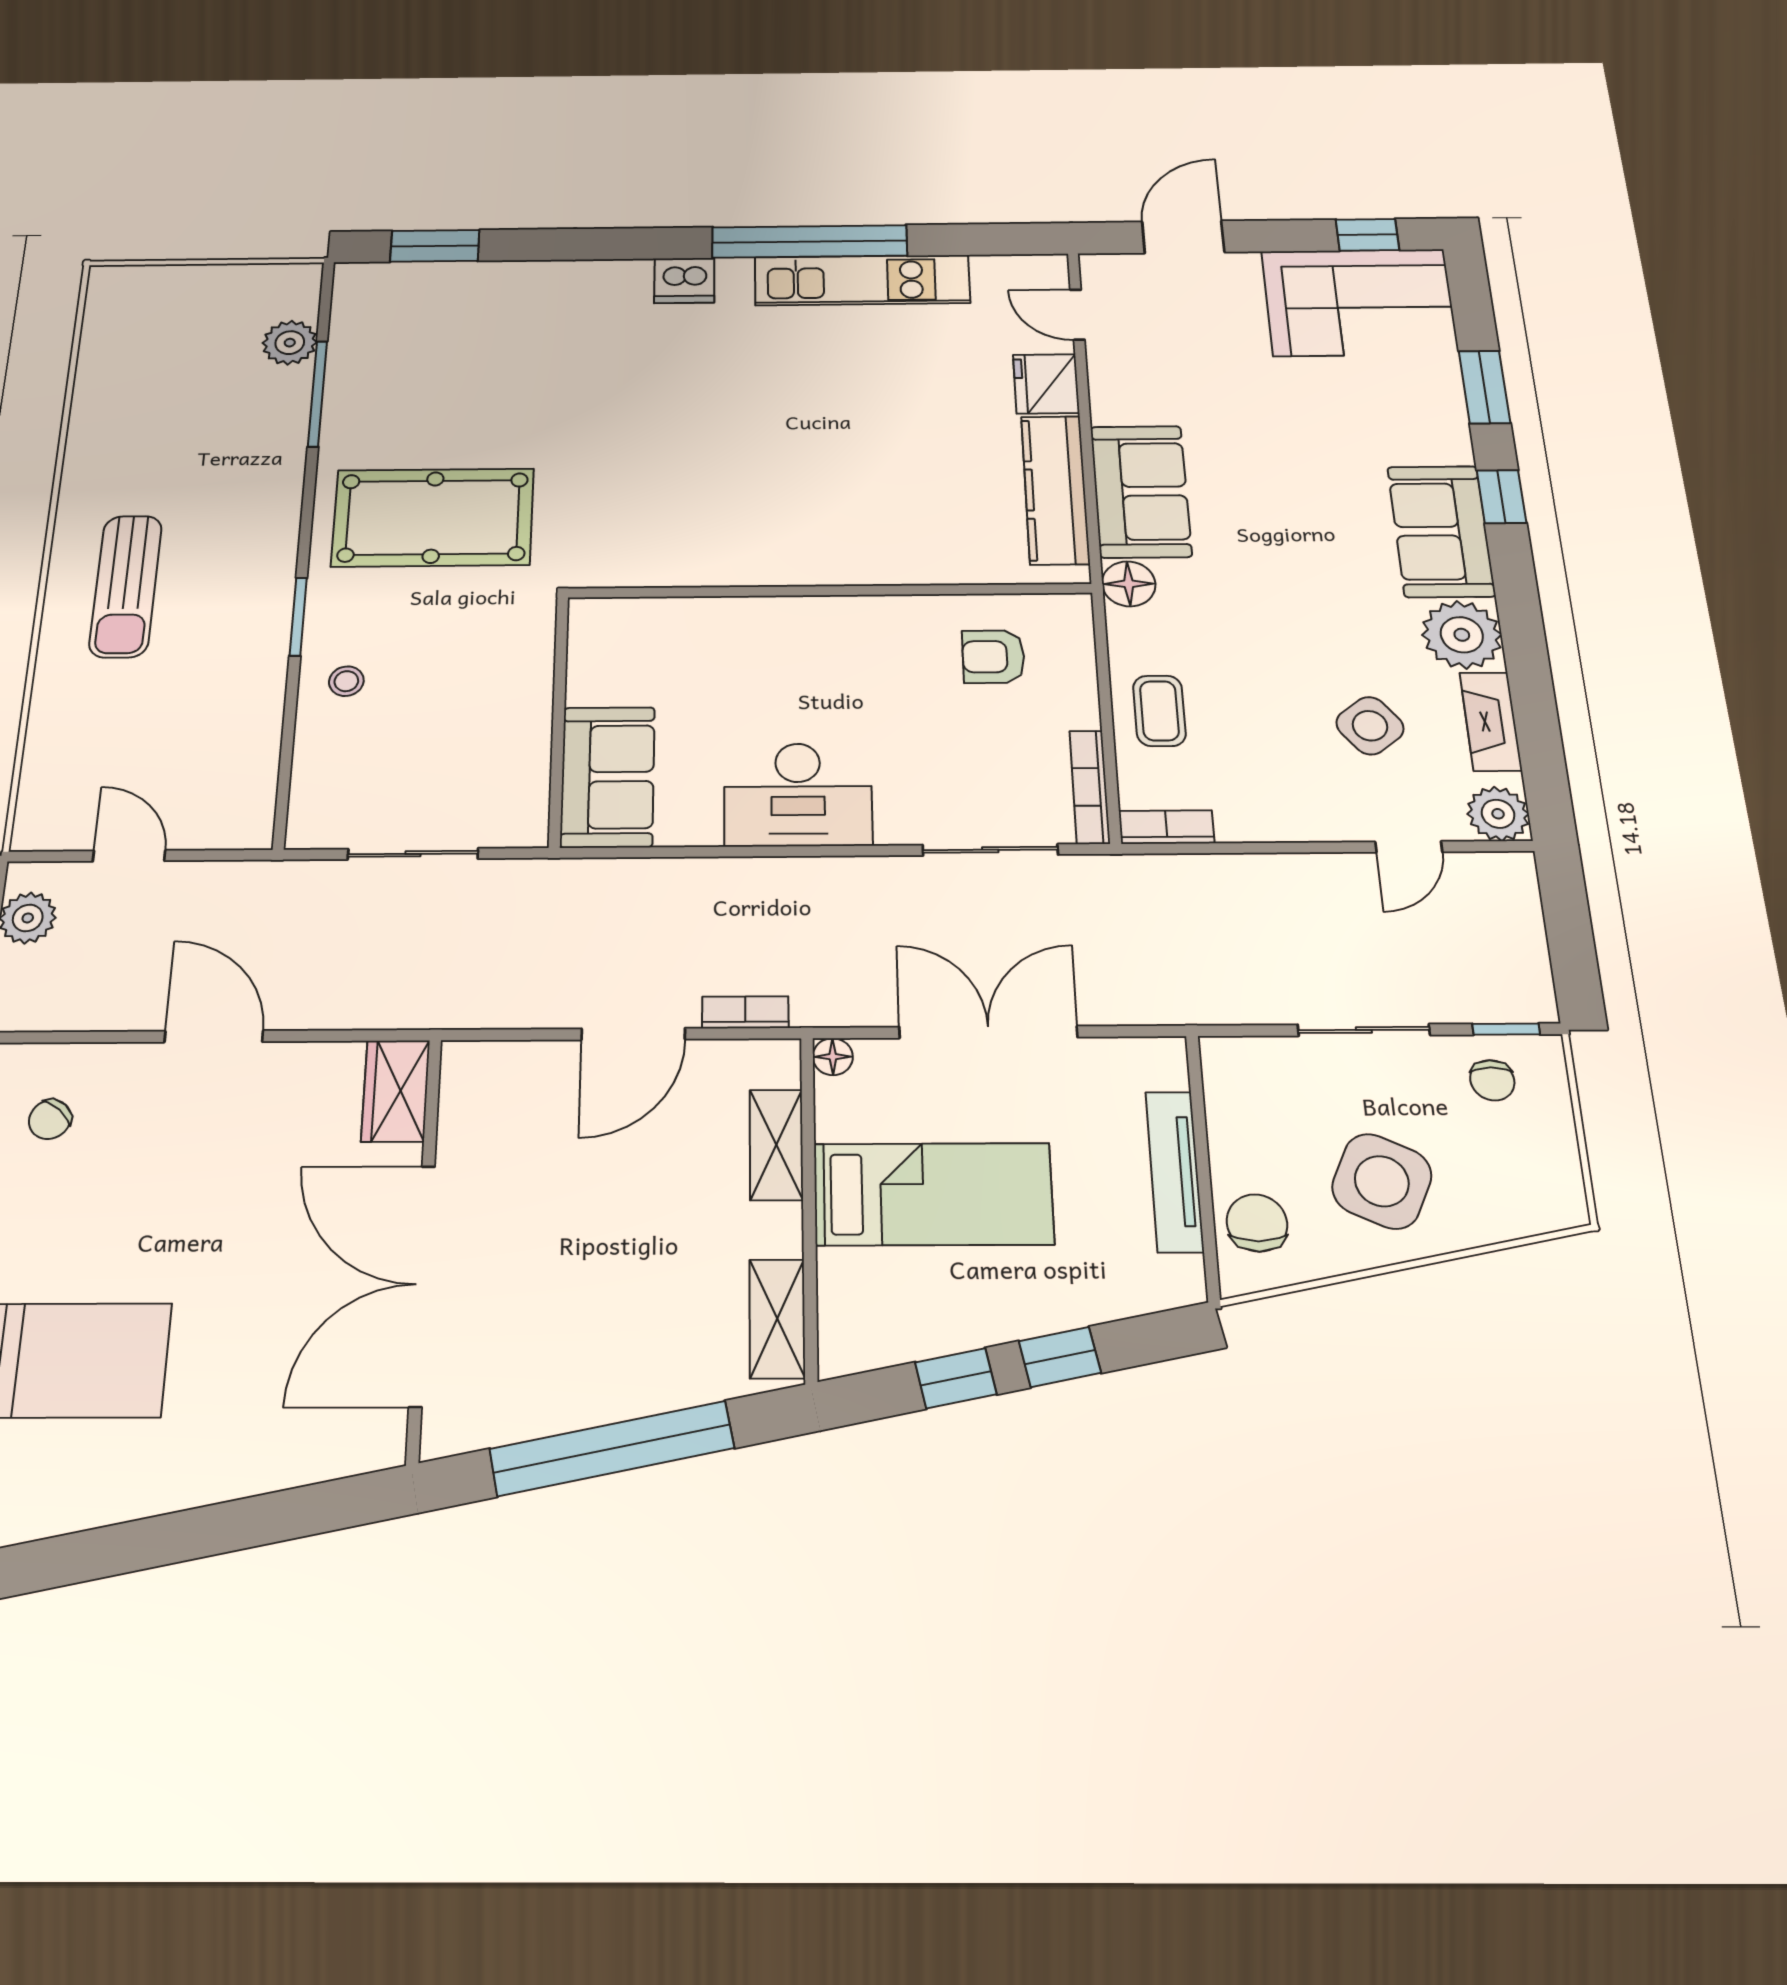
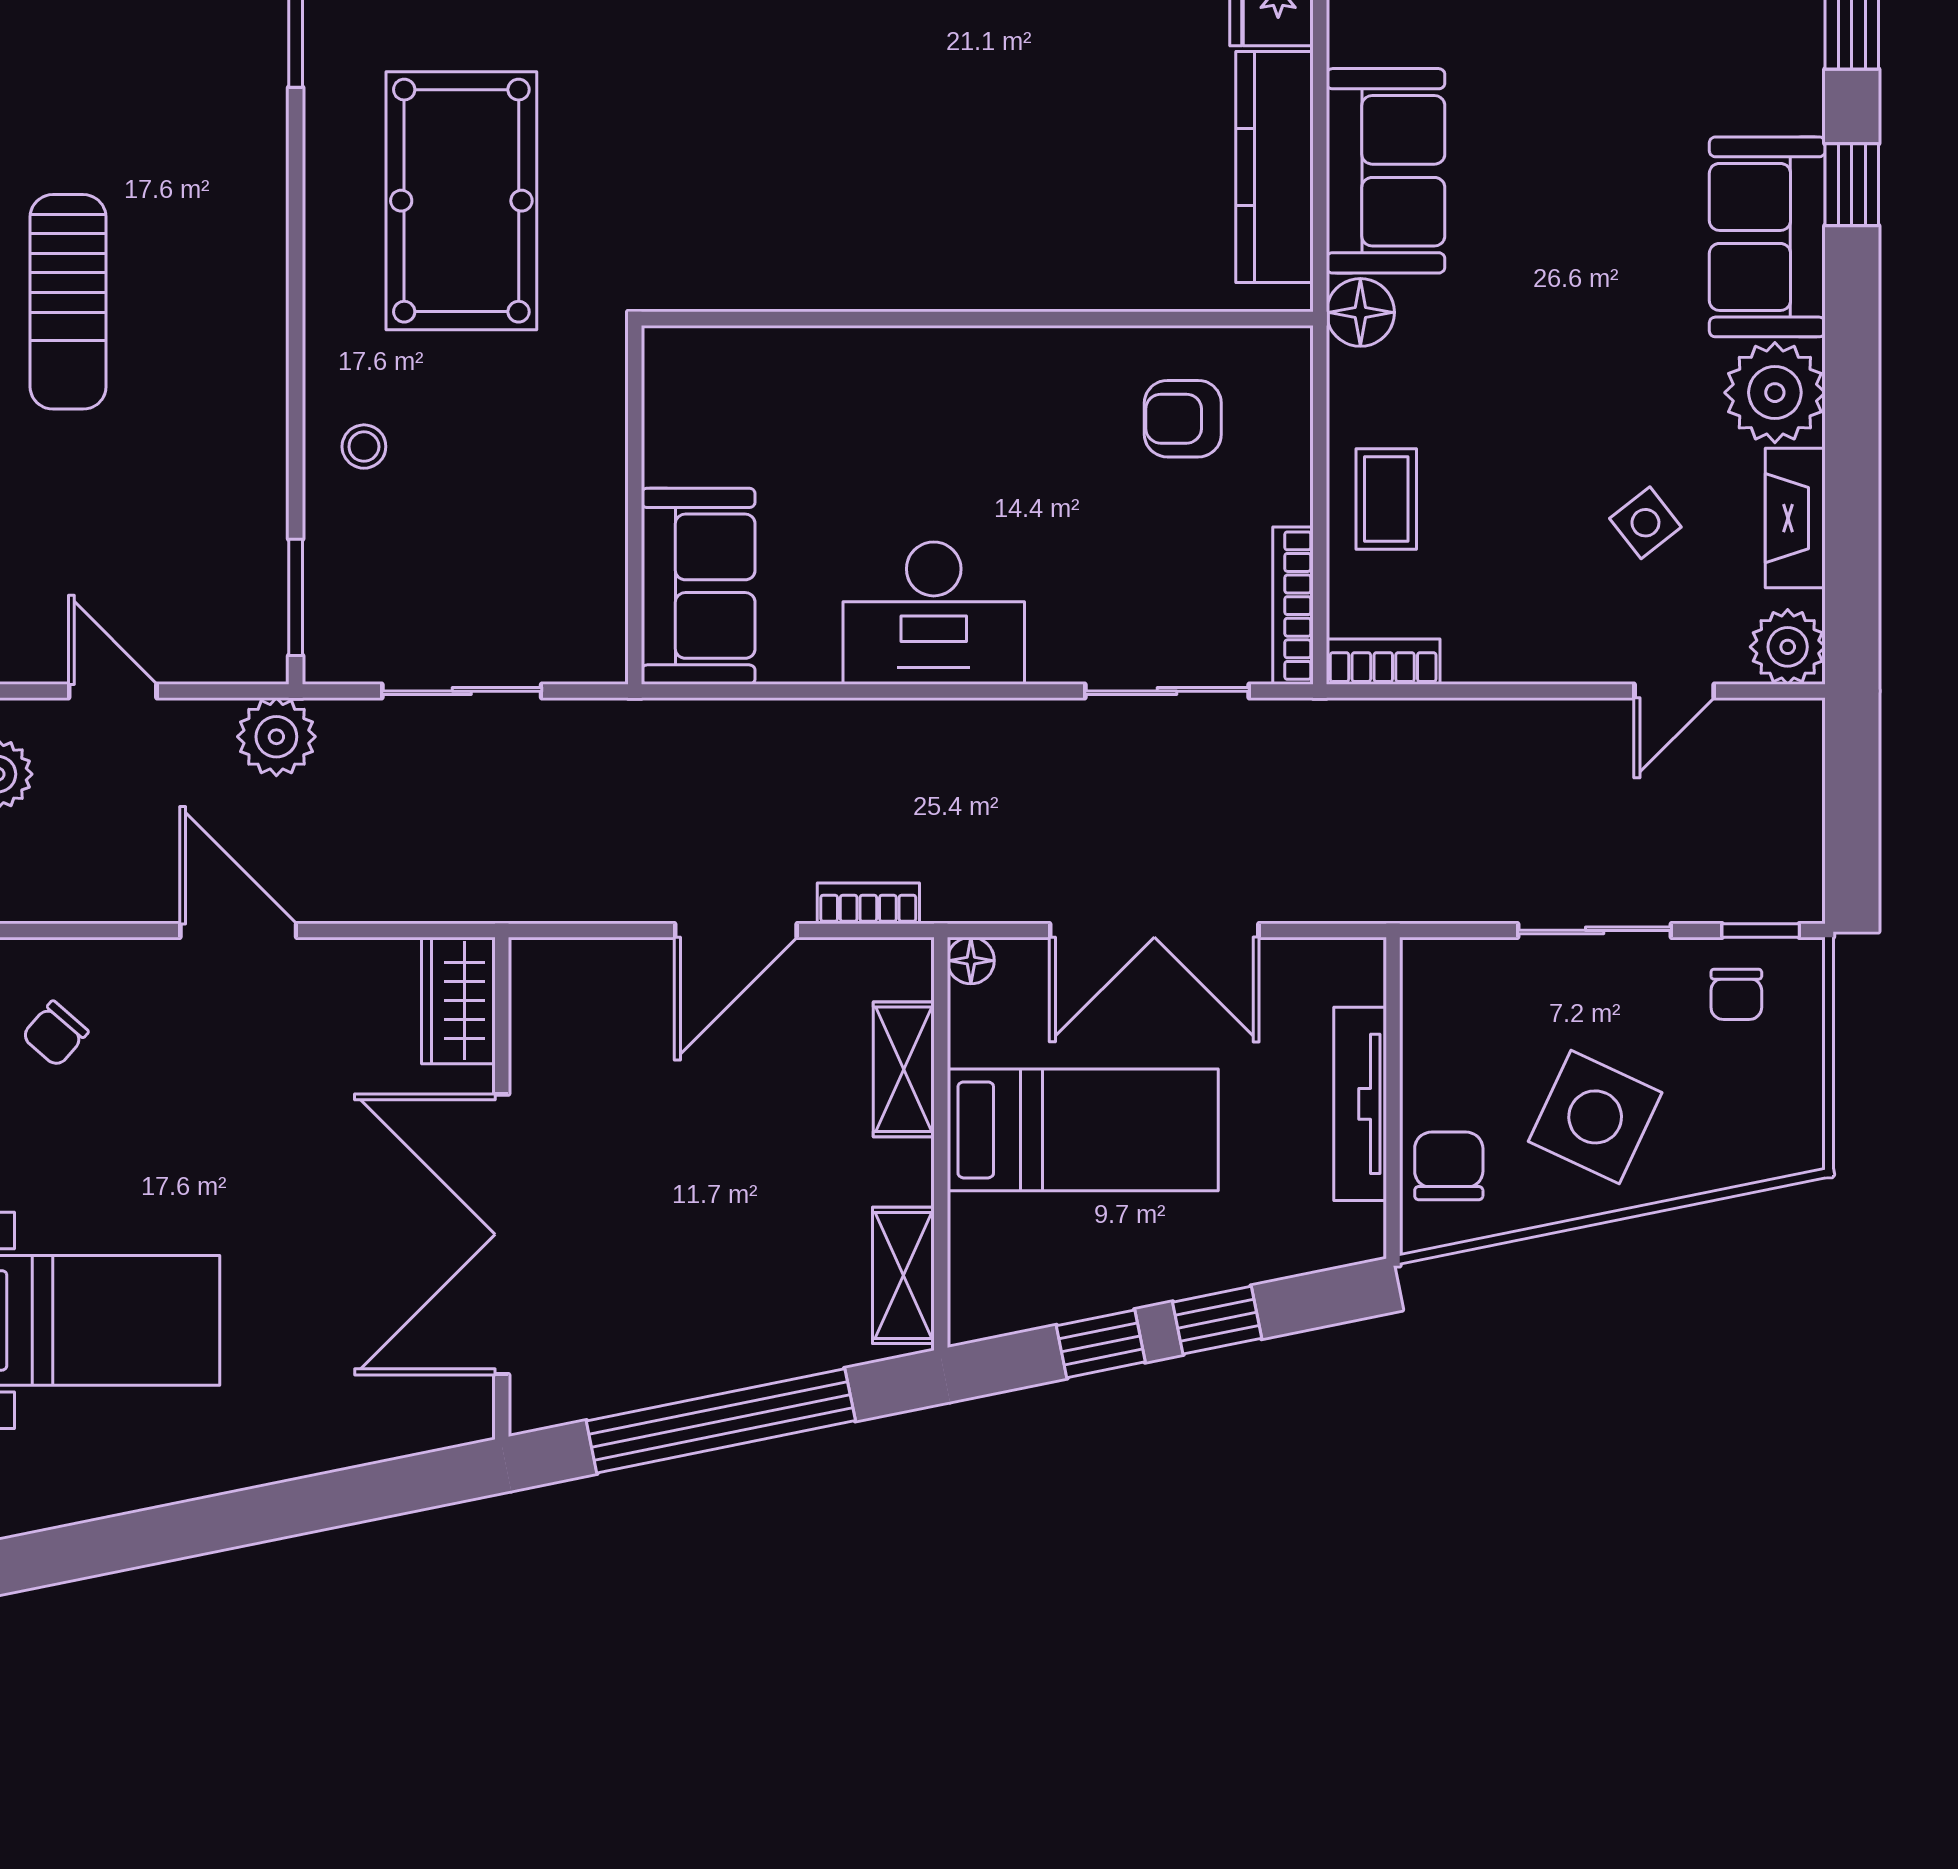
pool table: (433, 517) -> (461, 201), turned 90
window: (298, 617) -> (296, 597), moved
side table: (1370, 726) -> (1645, 523), width x0.73, depth x0.73
plant: (259, 889) -> (276, 737), added
double door: (988, 1032) -> (1154, 930), swing flipped

